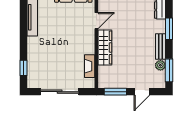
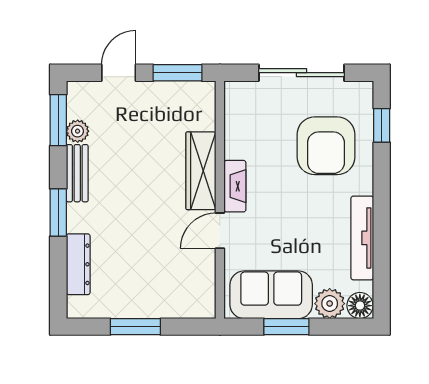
armchair: (49, 59) -> (326, 146), added
fireplace: (90, 66) -> (235, 186), moved

